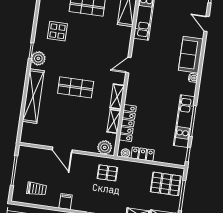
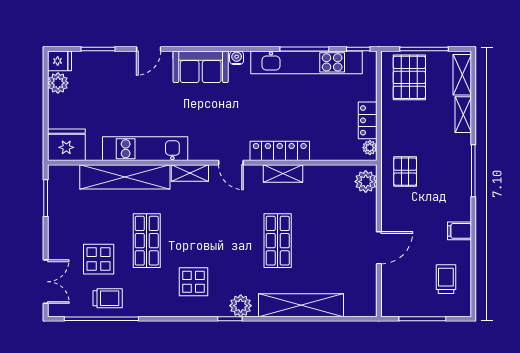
shelving: (114, 121) -> (190, 173), moved
kitchen unit: (184, 121) -> (307, 62), width x1.36
locker: (128, 123) -> (280, 151), moved

